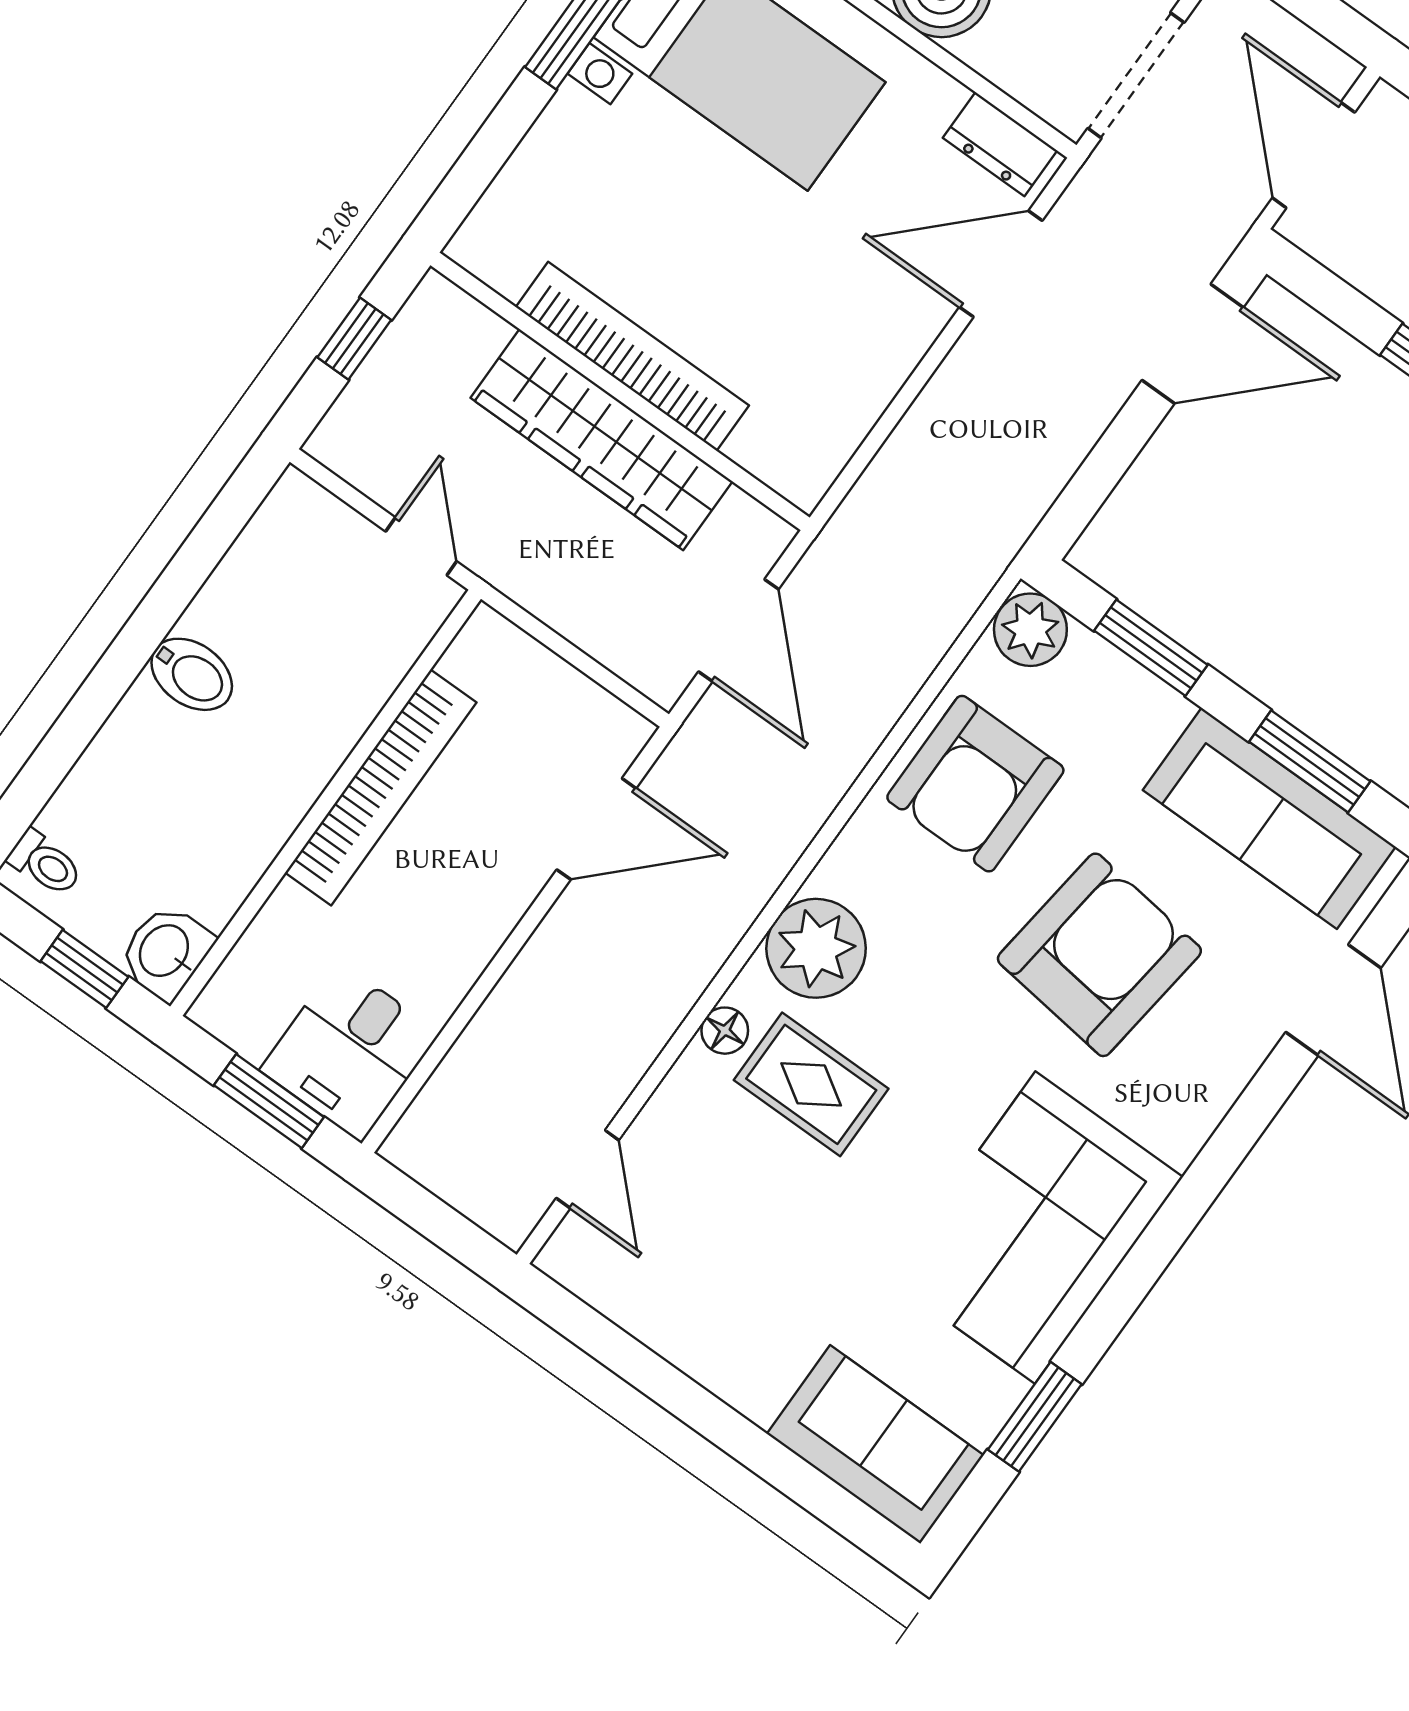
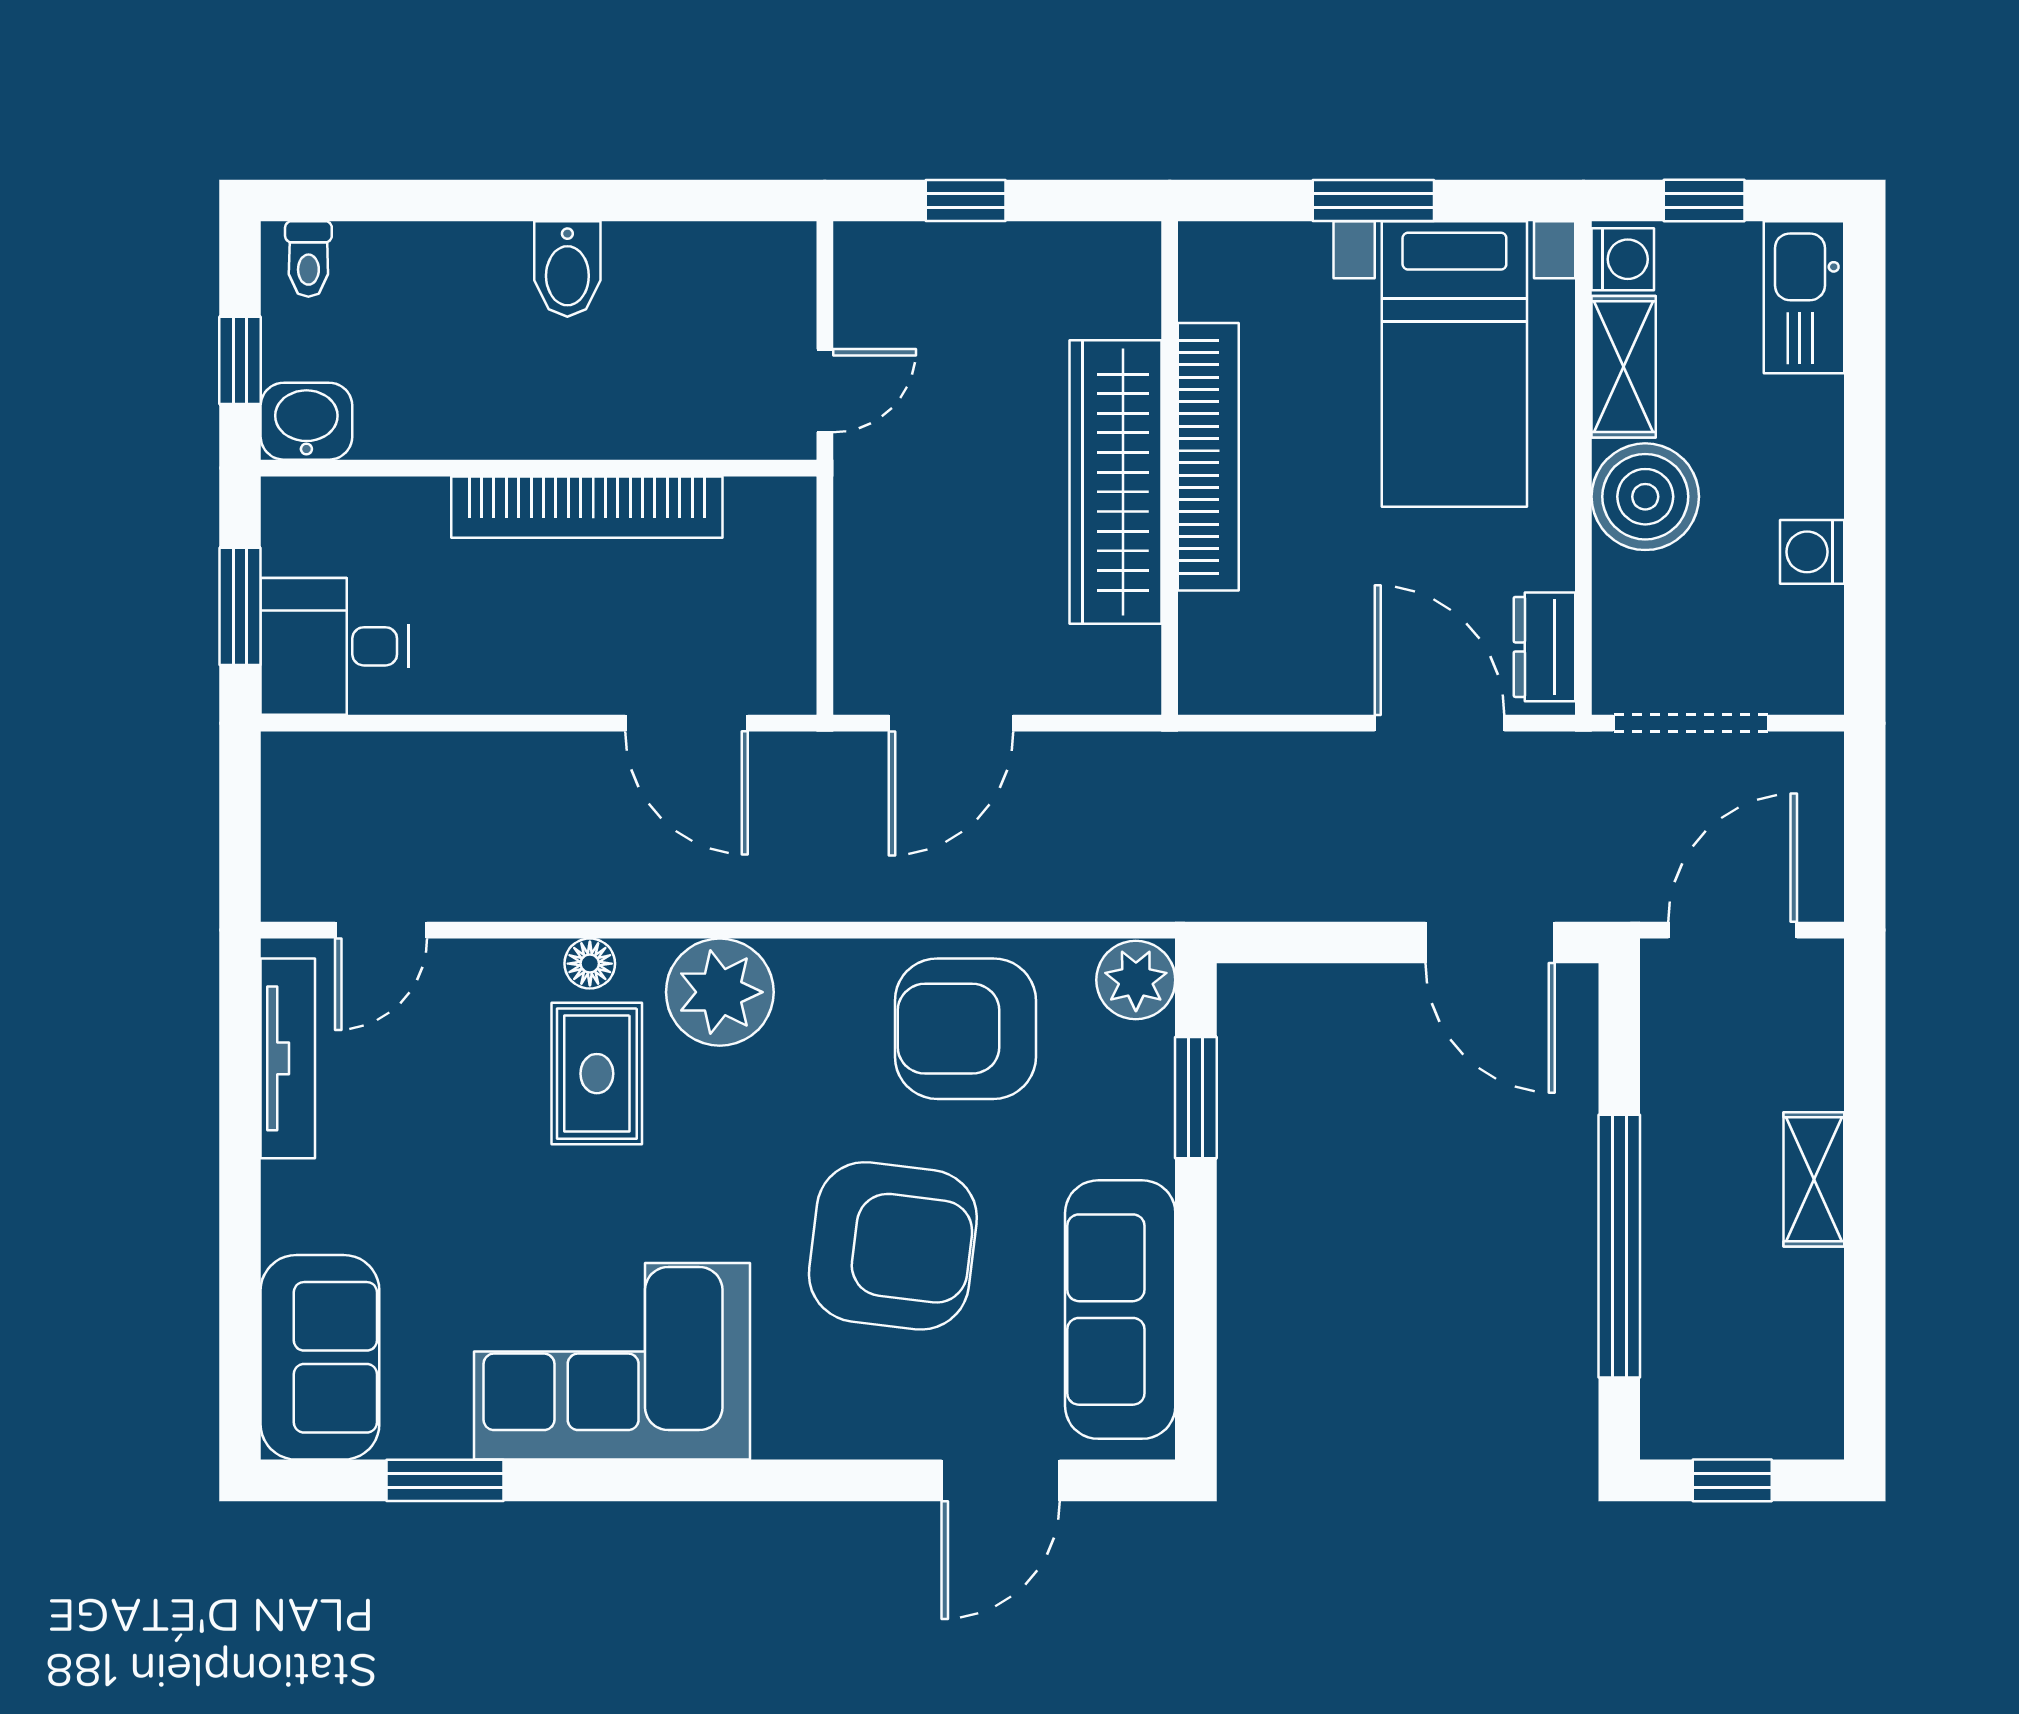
bookcase: (632, 356) -> (1208, 457), moved
wall: (620, 391) -> (1170, 468), moved
wardrobe: (601, 440) -> (1115, 482), moved
window: (1310, 761) -> (1196, 1309), removed
tv unit: (634, 1308) -> (288, 1058), added

